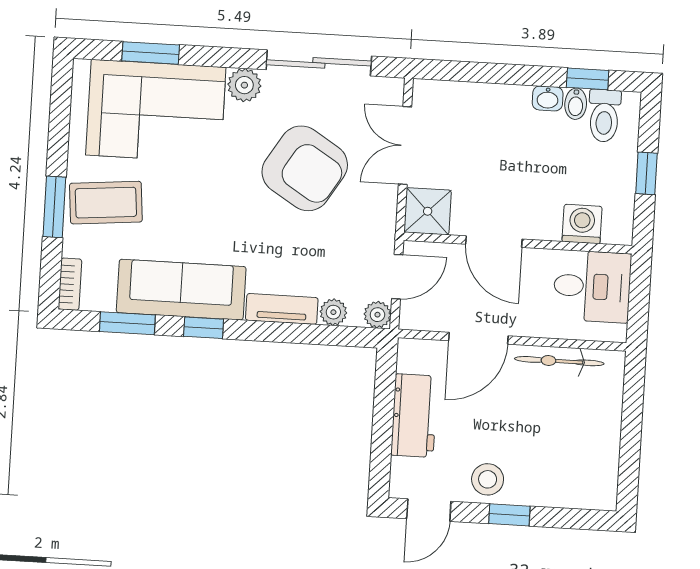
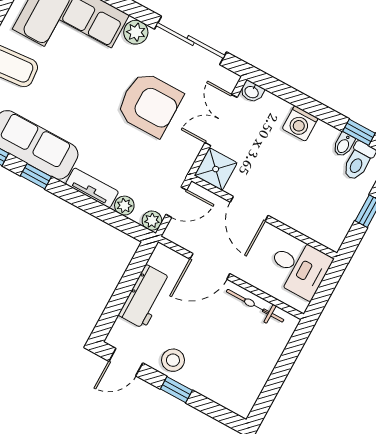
washbasin: (548, 98) -> (252, 92), moved
armchair: (305, 168) -> (149, 104), turned -32
washing machine: (582, 224) -> (300, 123), moved, turned 180

